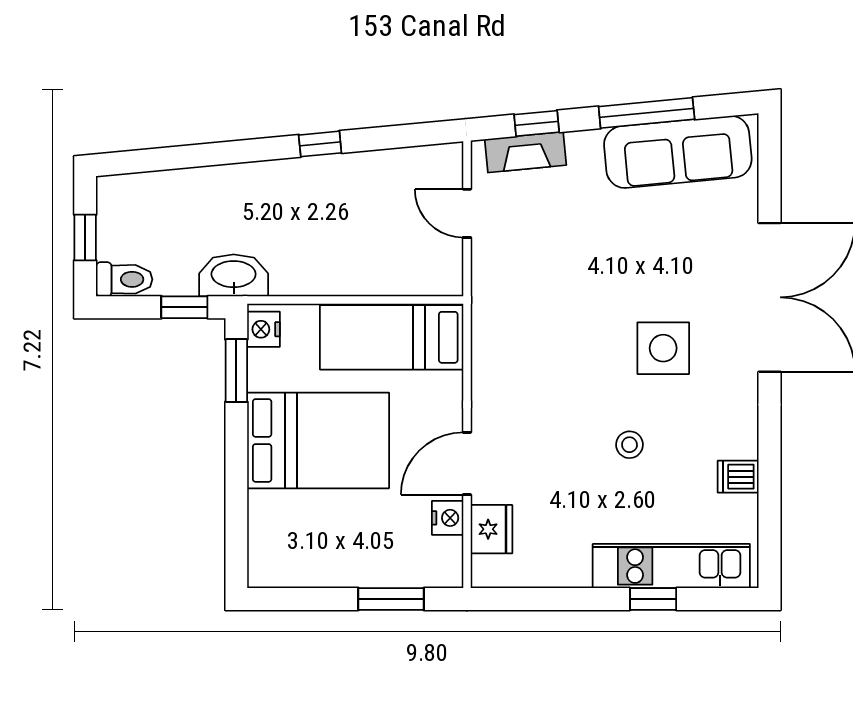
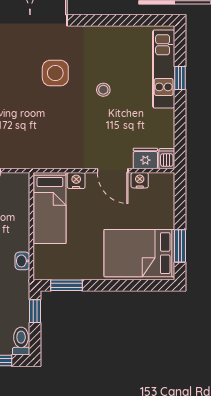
washbasin: (234, 275) -> (22, 261), moved, width x0.52, depth x0.69
nightstand: (263, 329) -> (76, 181), moved, turned 180
bed: (318, 440) -> (139, 253), moved, turned -90
dishwasher: (738, 477) -> (167, 159), moved, turned 180
window: (391, 599) -> (180, 246), moved

